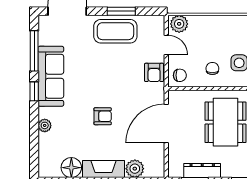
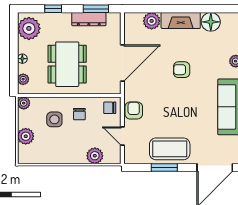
plant: (179, 24) -> (95, 156), moved

